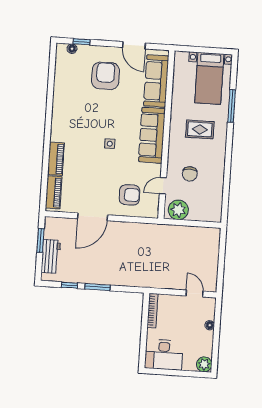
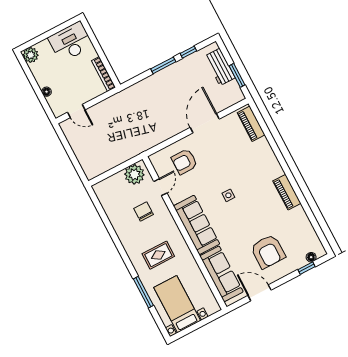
piano: (56, 159) -> (287, 192), moved

